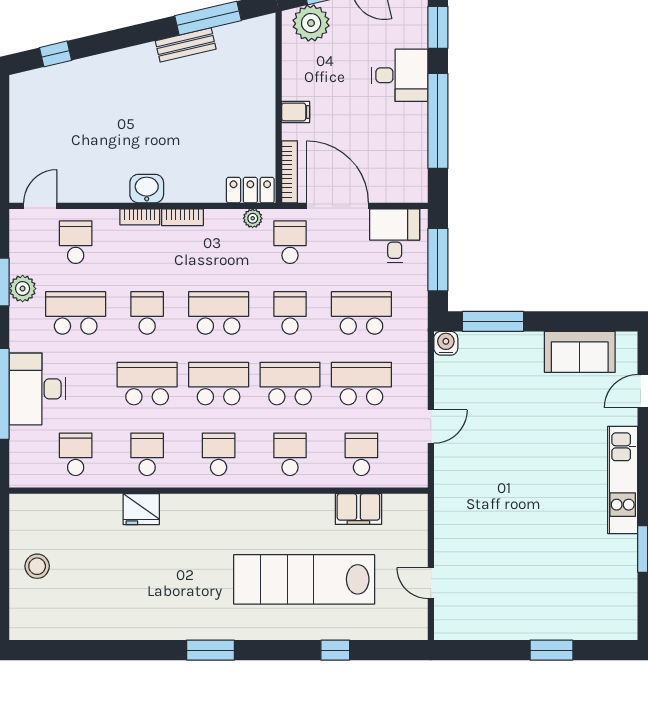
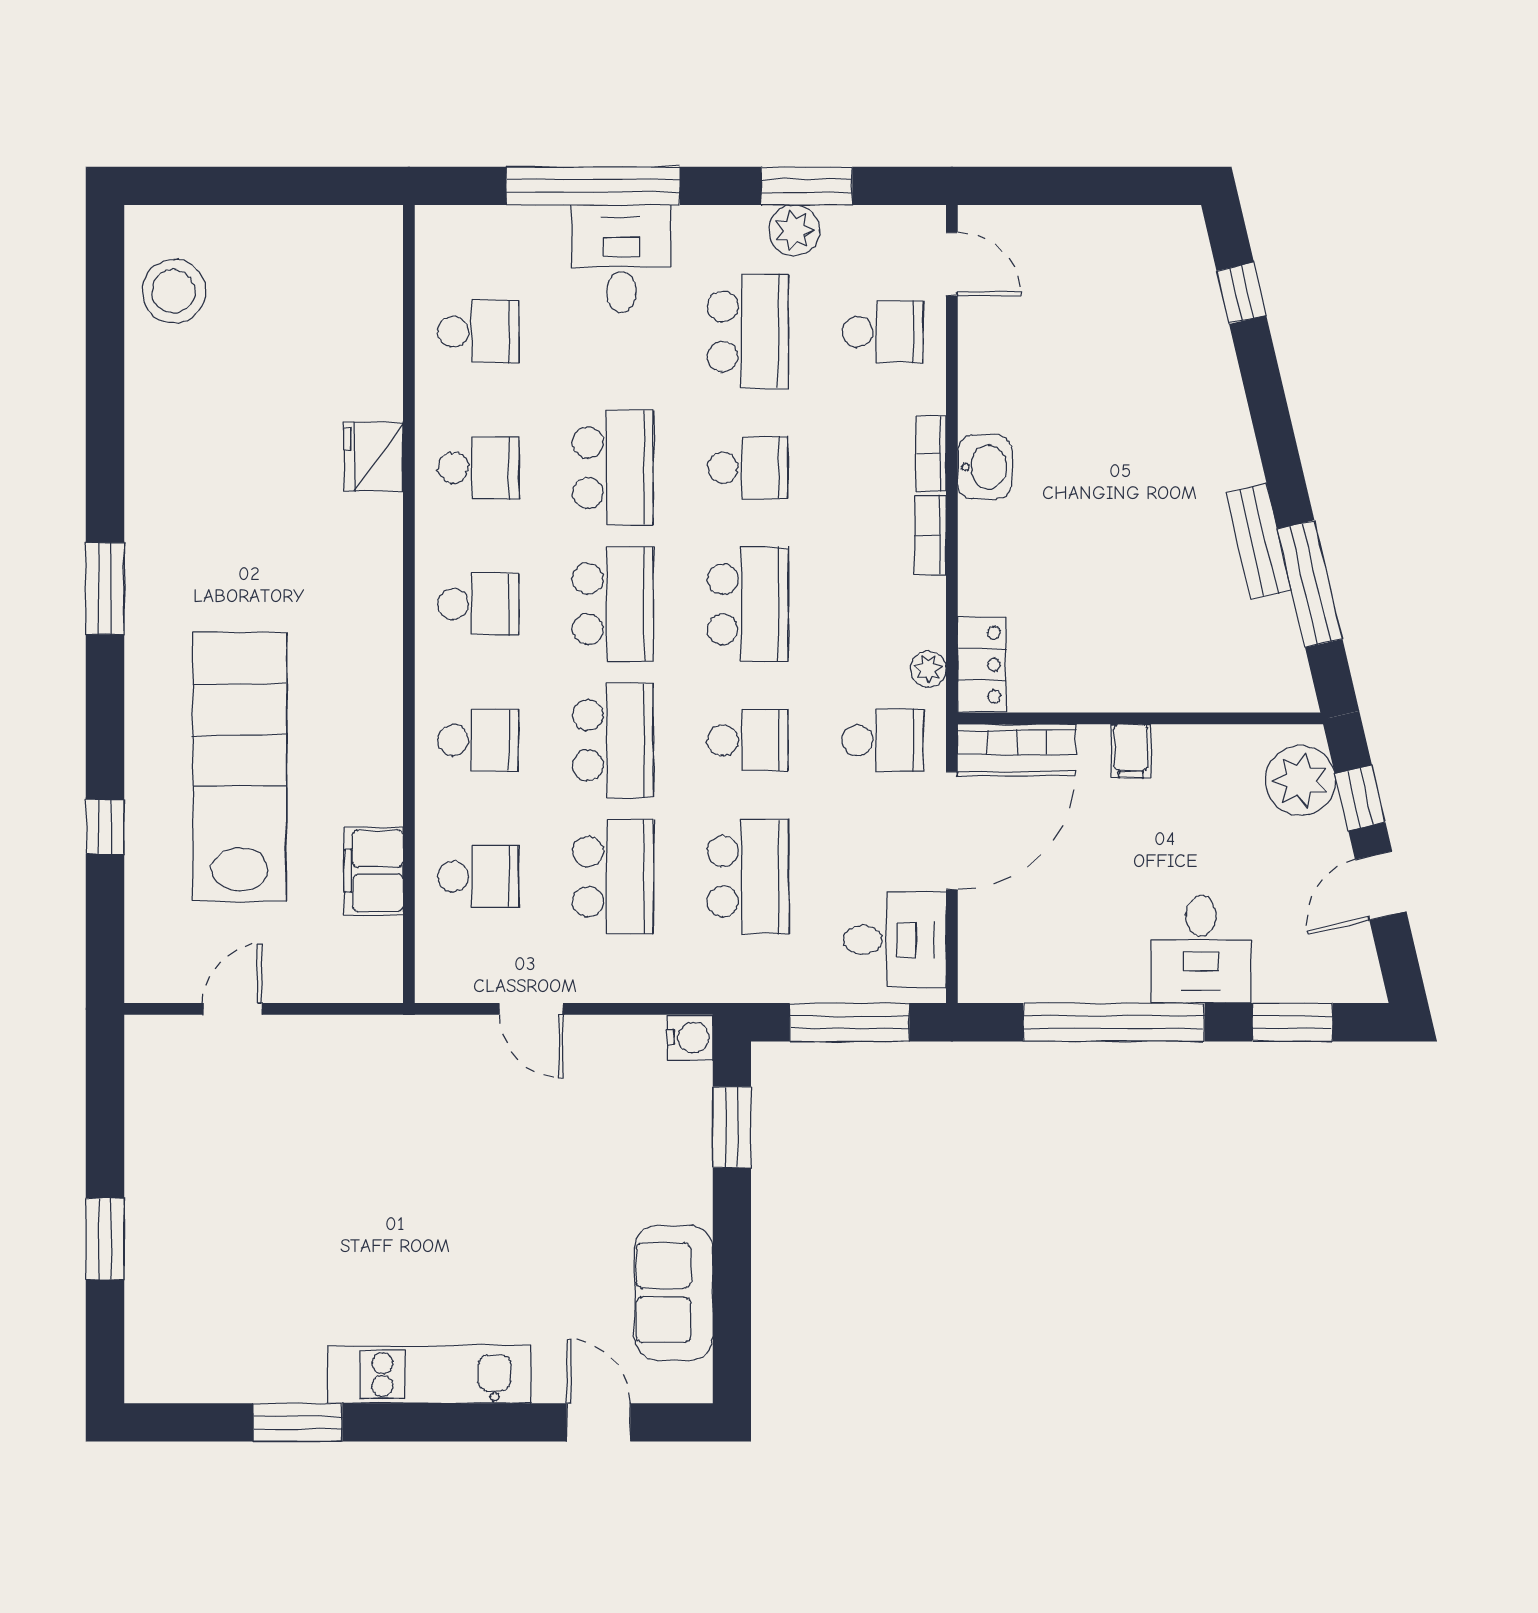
window: (493, 321) -> (732, 1127), width x0.69
desk: (37, 389) -> (621, 259), width x0.73
stool: (37, 566) -> (174, 291), moved, width x1.38, depth x1.38

